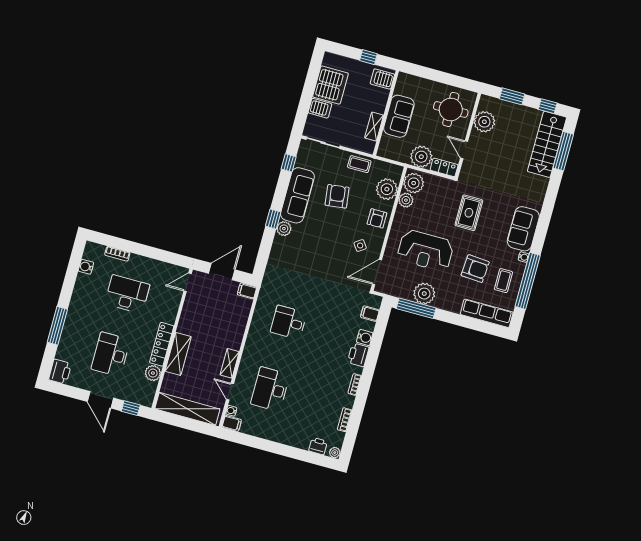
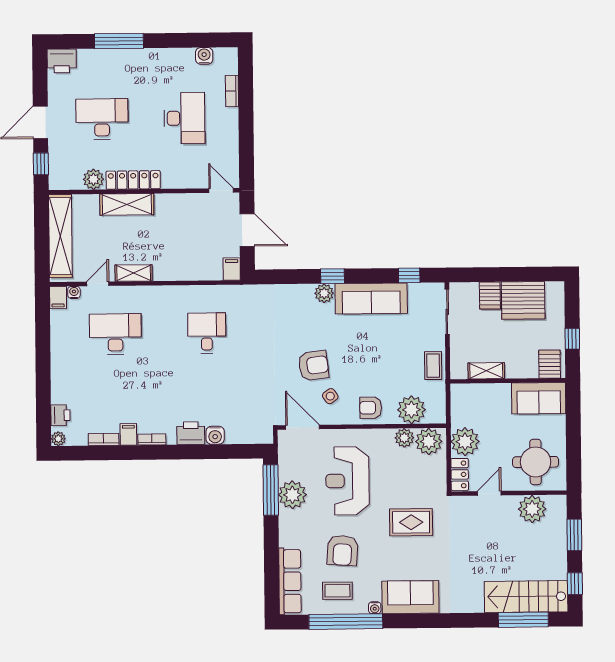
sofa: (399, 116) -> (539, 398), moved
armchair: (337, 196) -> (314, 365), moved
filing cabinet: (370, 314) -> (128, 434), moved

